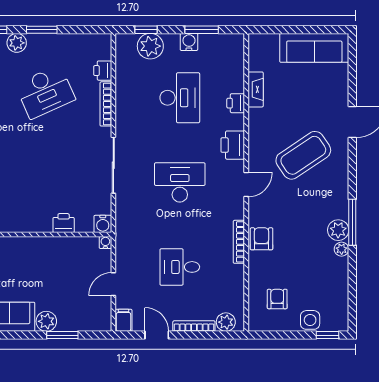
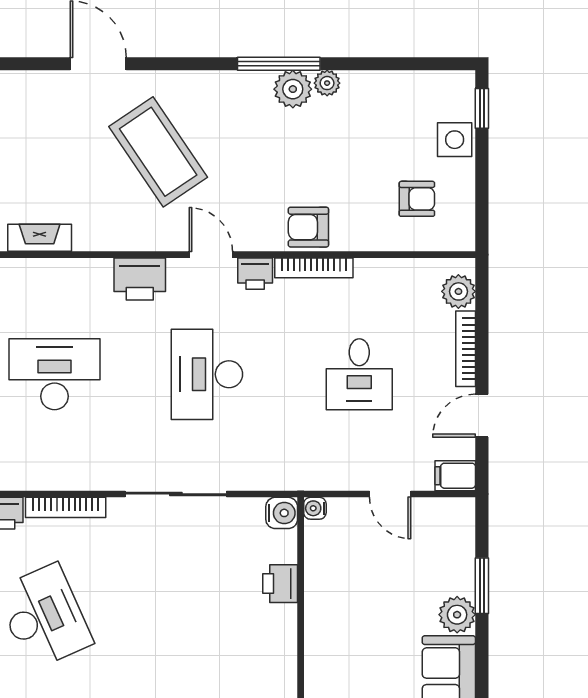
printer: (236, 103) -> (255, 274), moved
armchair: (277, 299) -> (417, 199), turned 180

